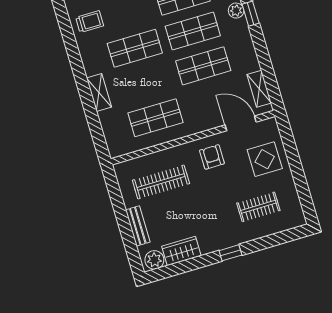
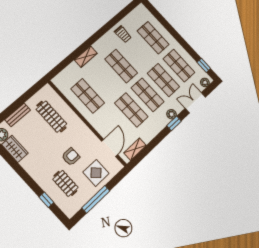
armchair: (212, 157) -> (71, 157), moved
window: (299, 177) -> (96, 199), added
window: (230, 253) -> (46, 200), moved

